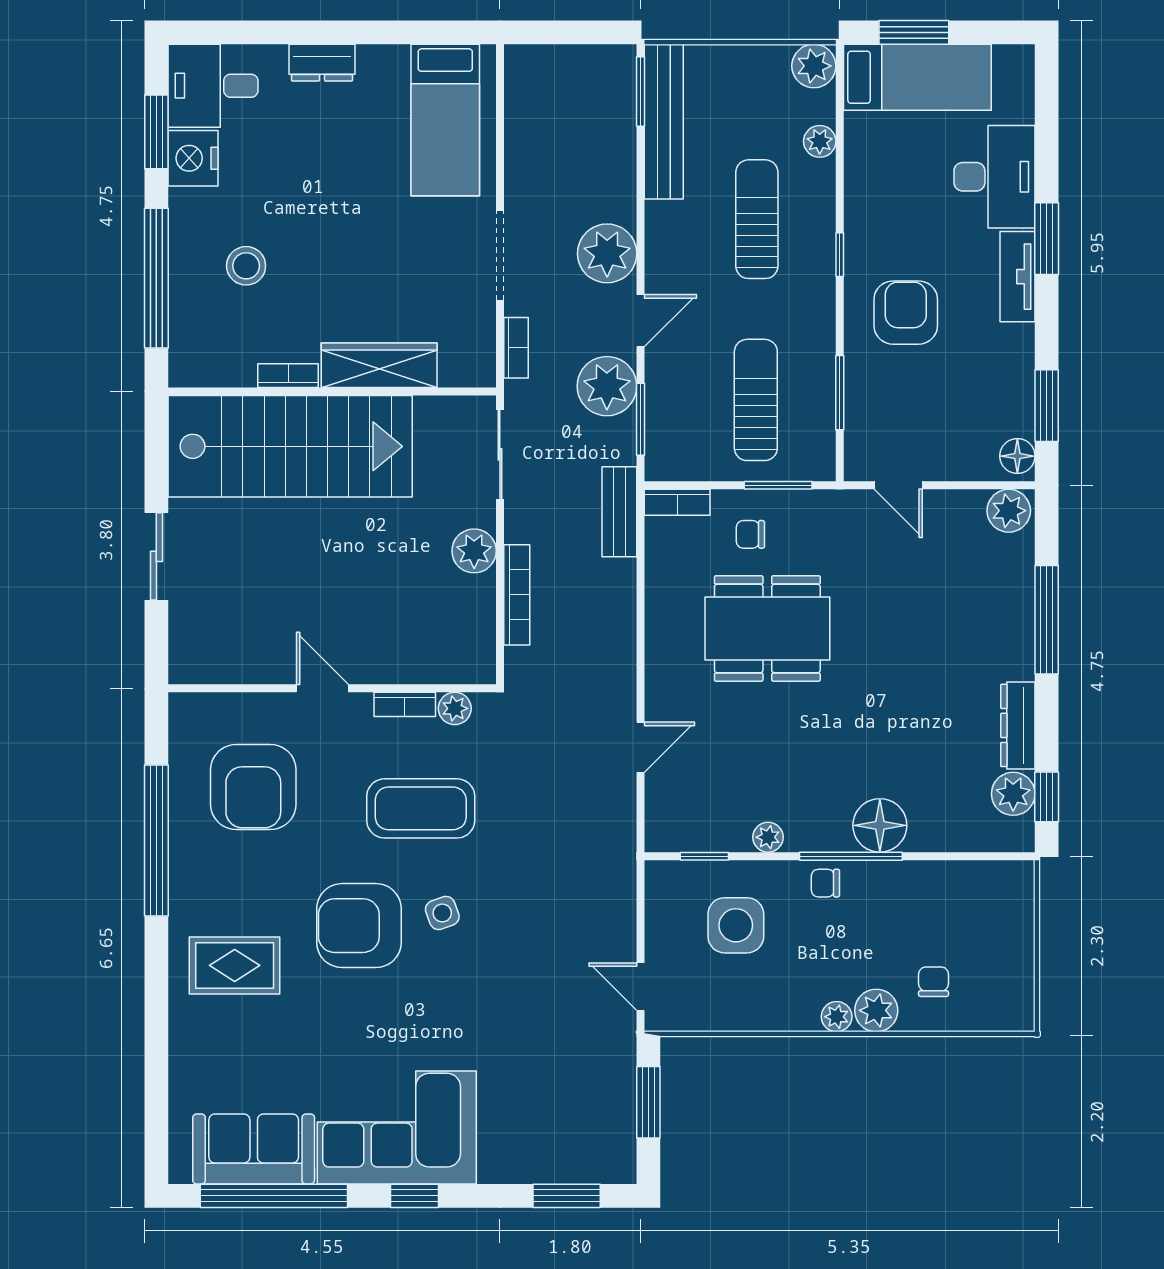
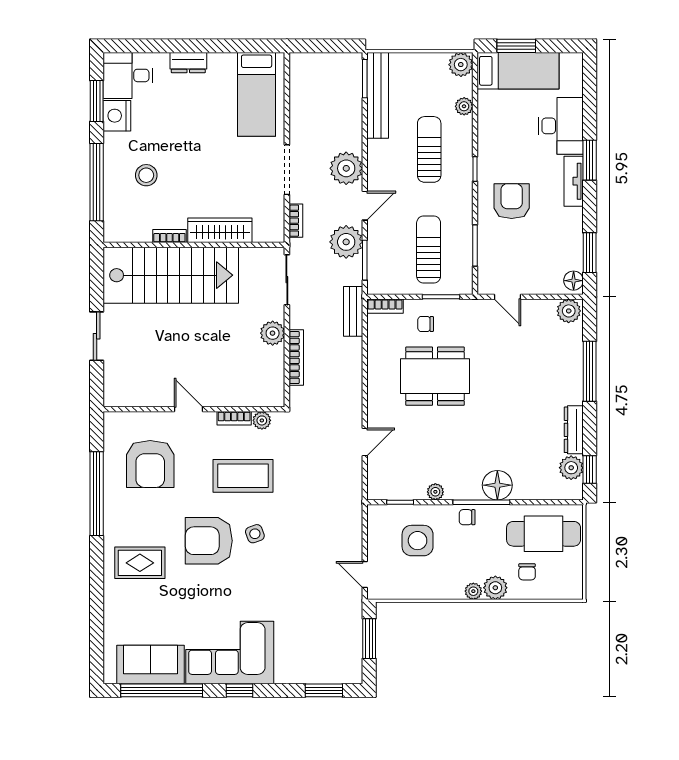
cafe table: (963, 913) -> (544, 534), added
chair: (933, 982) -> (527, 572), turned 180

